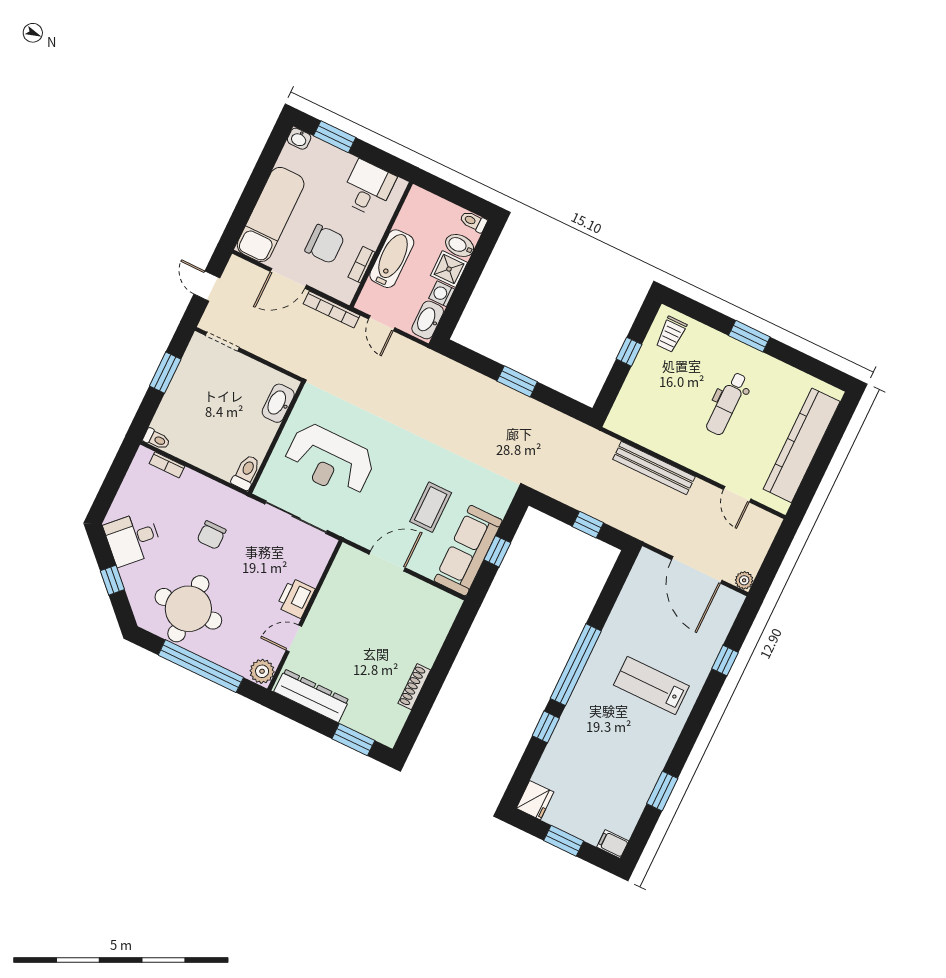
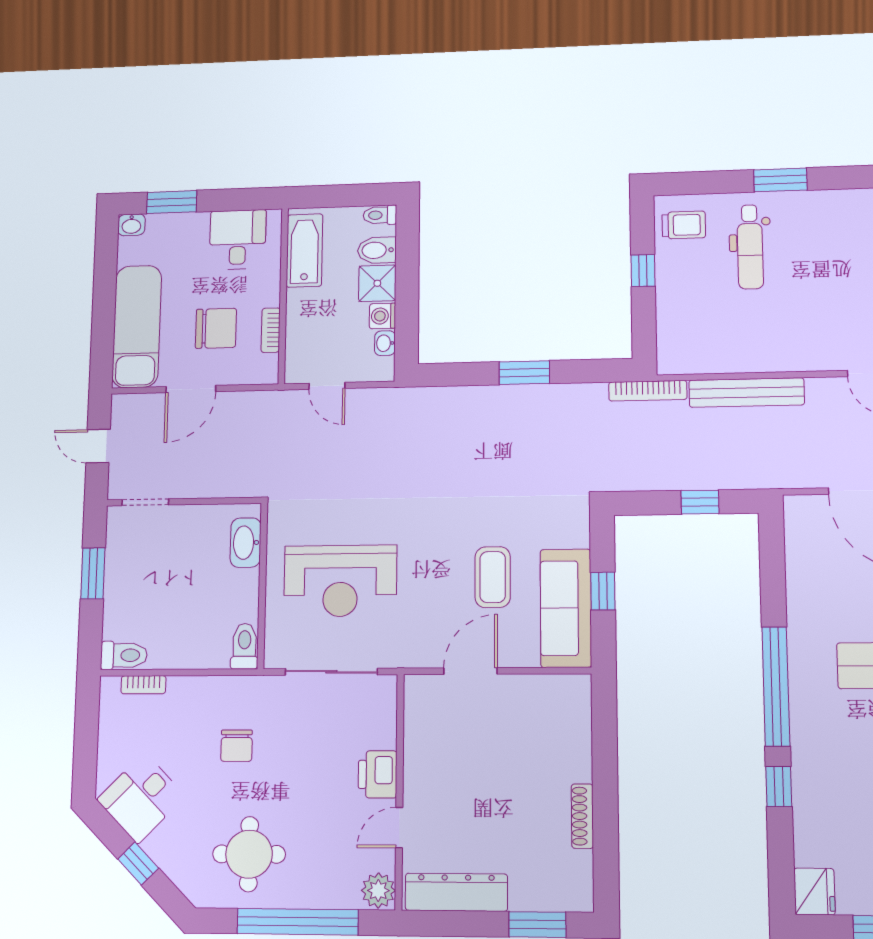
bathtub: (392, 259) -> (305, 250), moved
bookcase: (332, 309) -> (648, 391), moved
washbasin: (428, 320) -> (385, 343), width x0.52, depth x0.69
trolley: (671, 334) -> (684, 225), turned -90
dental chair: (727, 404) -> (750, 247), moved
toilet: (157, 439) -> (124, 655), width x1.37, depth x1.39
round table: (188, 609) -> (249, 854), width x0.73, depth x0.73

